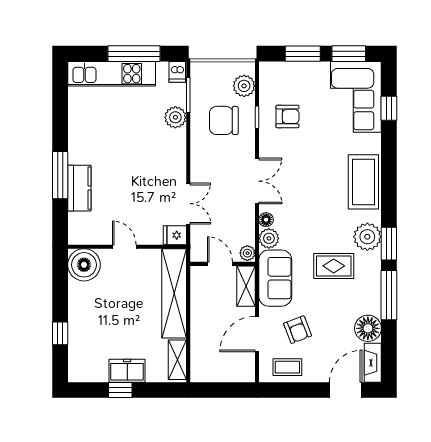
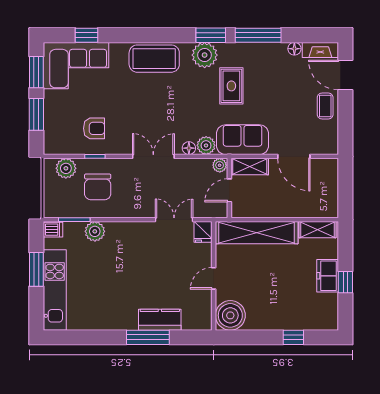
window: (134, 54) -> (36, 269), width x0.69
armchair: (287, 116) -> (94, 128), turned 90
floor lamp: (368, 328) -> (294, 49), width x0.53, depth x0.53
armchair: (298, 330) -> (290, 119), removed
coffee table: (287, 367) -> (325, 106), moved

